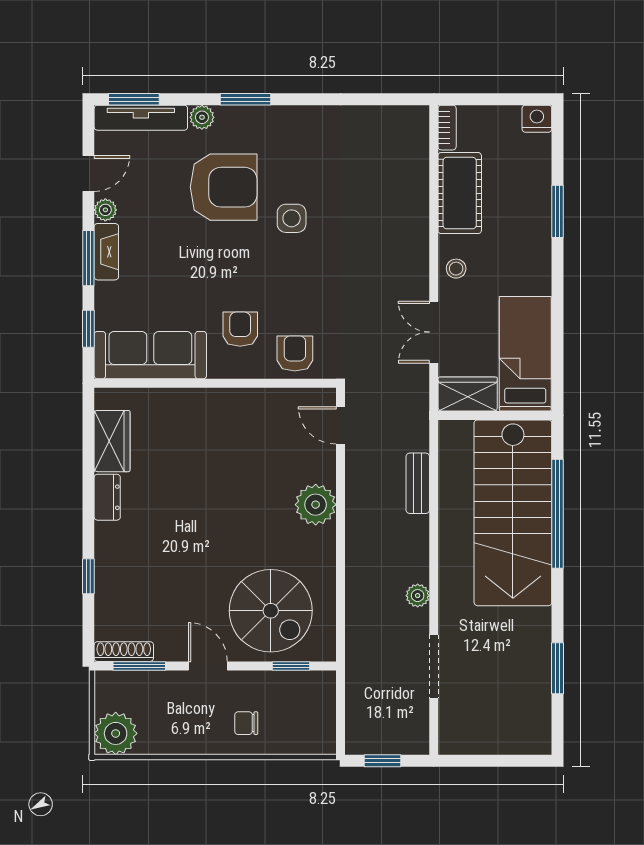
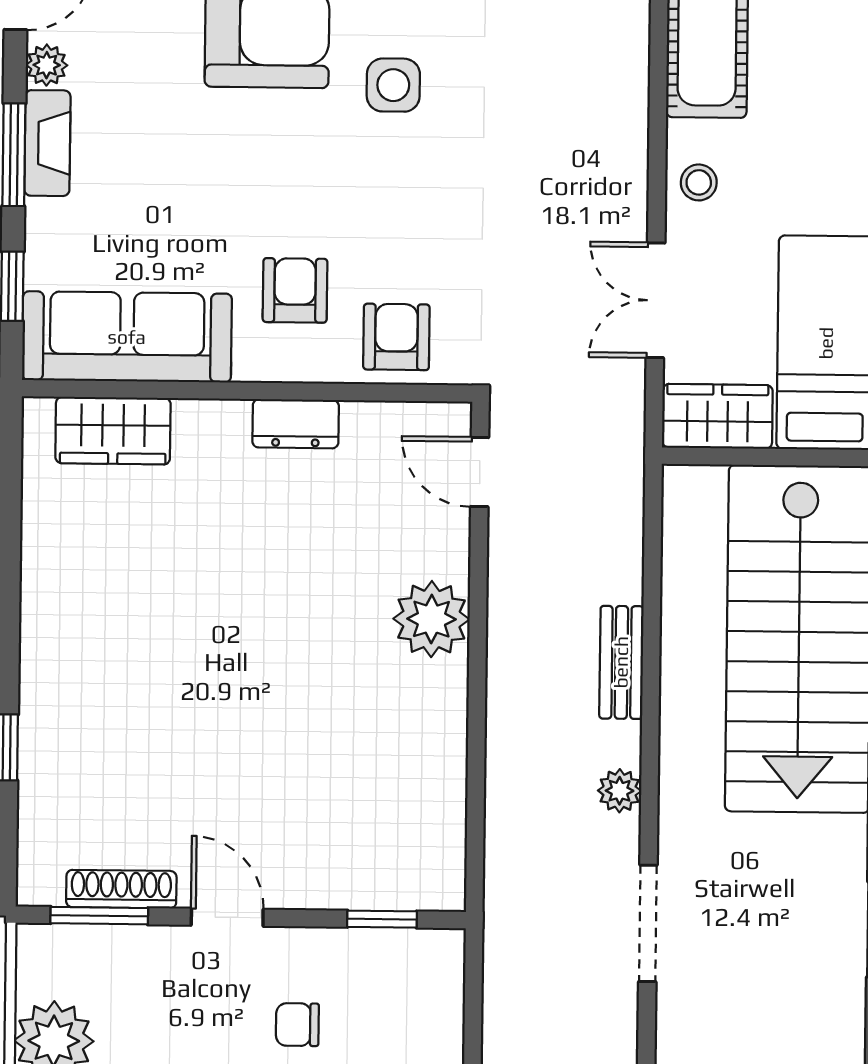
wardrobe: (112, 441) -> (113, 431), moved, turned 90
bench: (418, 483) -> (621, 662), moved
dresser: (107, 497) -> (296, 424), moved, turned 90
spiral stairs: (271, 611) -> (345, 816), removed
shoe rack: (124, 652) -> (121, 889), moved

